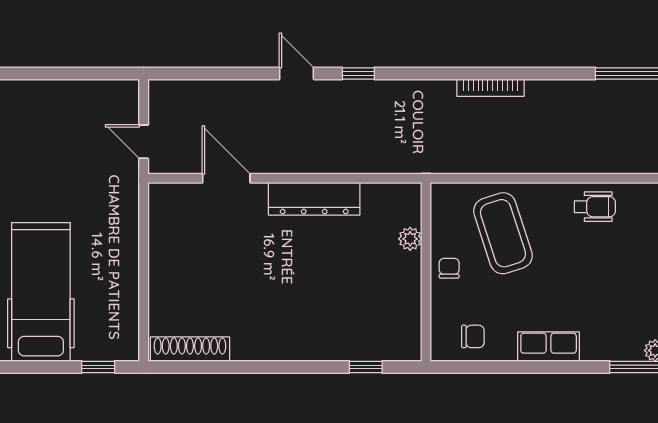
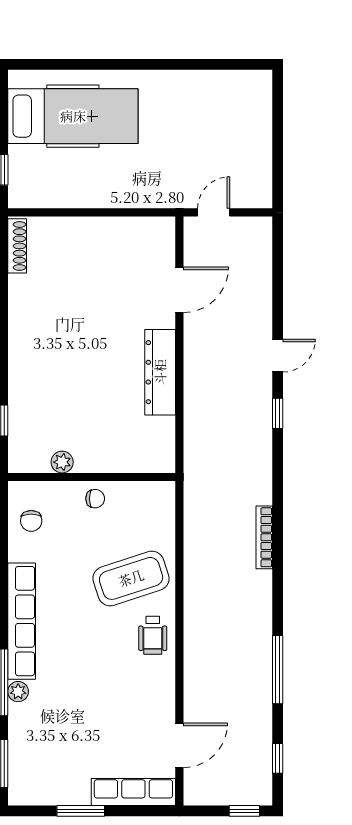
coffee table: (503, 233) -> (131, 578), moved
plant: (410, 239) -> (62, 462), moved
row of seats: (549, 347) -> (22, 621), width x2.02
shoe rack: (190, 349) -> (17, 246), width x0.74, depth x0.81

